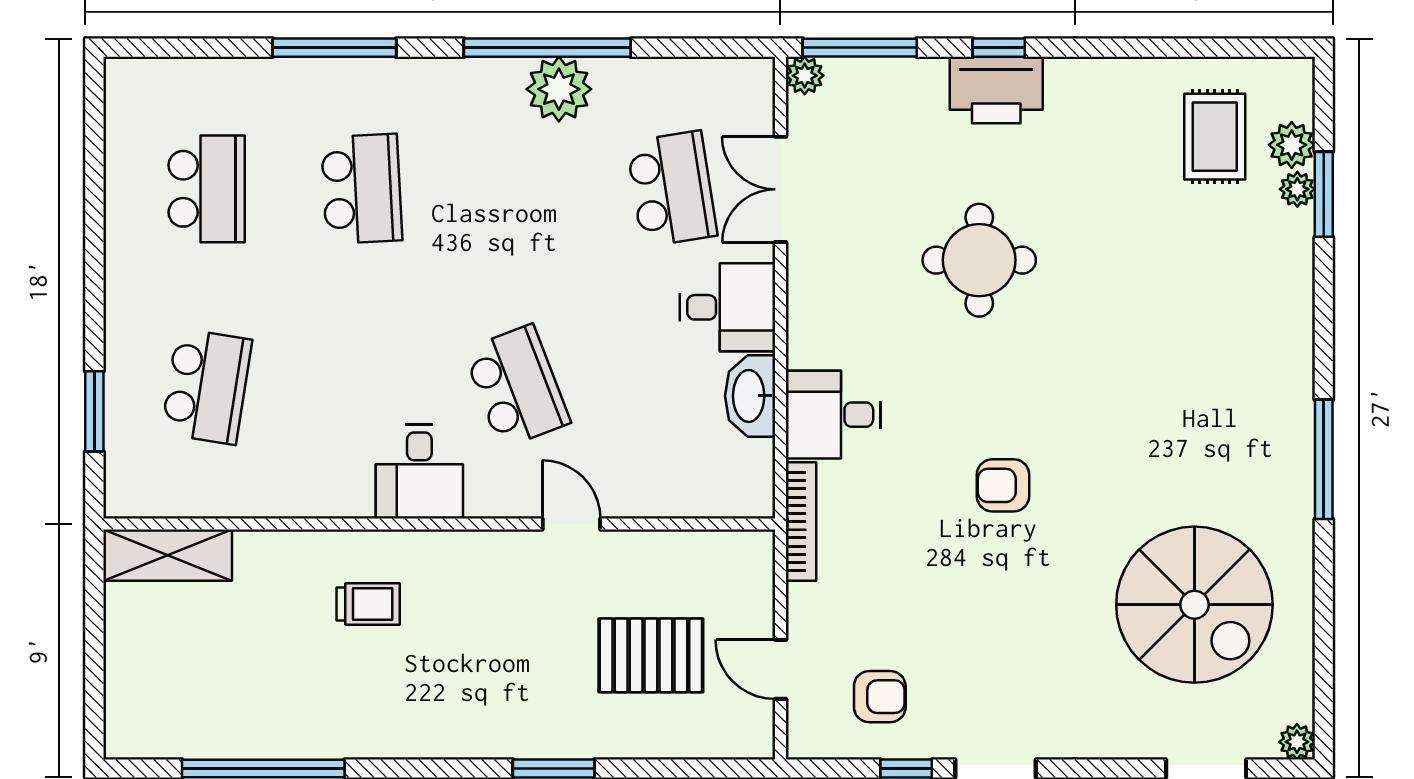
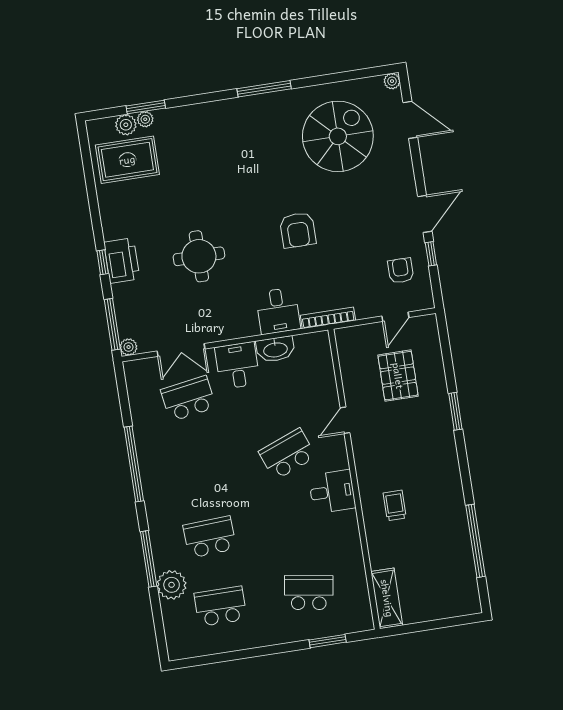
plant: (559, 89) -> (172, 585), moved
rug: (1215, 137) -> (127, 160), width x1.36, depth x1.43
armchair: (1003, 485) -> (298, 230), width x1.38, depth x1.38

